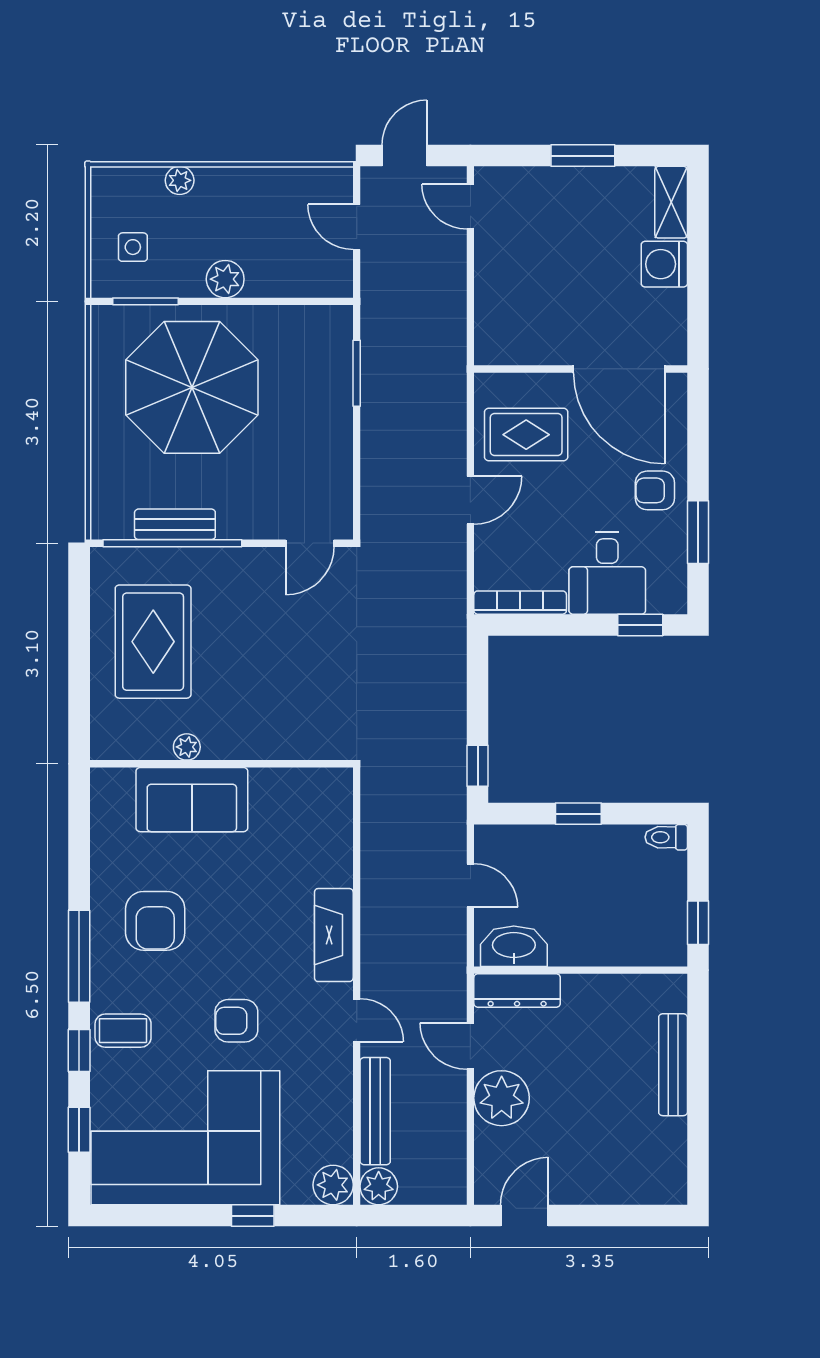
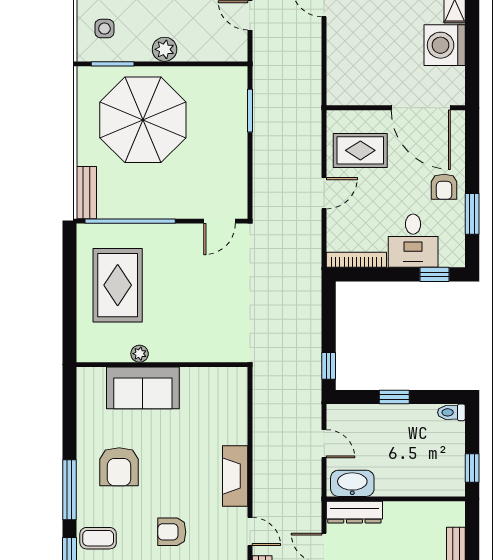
washing machine: (664, 264) -> (445, 45), width x1.37, depth x1.37
armchair: (655, 490) -> (444, 187), turned -90
bench: (175, 524) -> (86, 193), moved, turned 90

